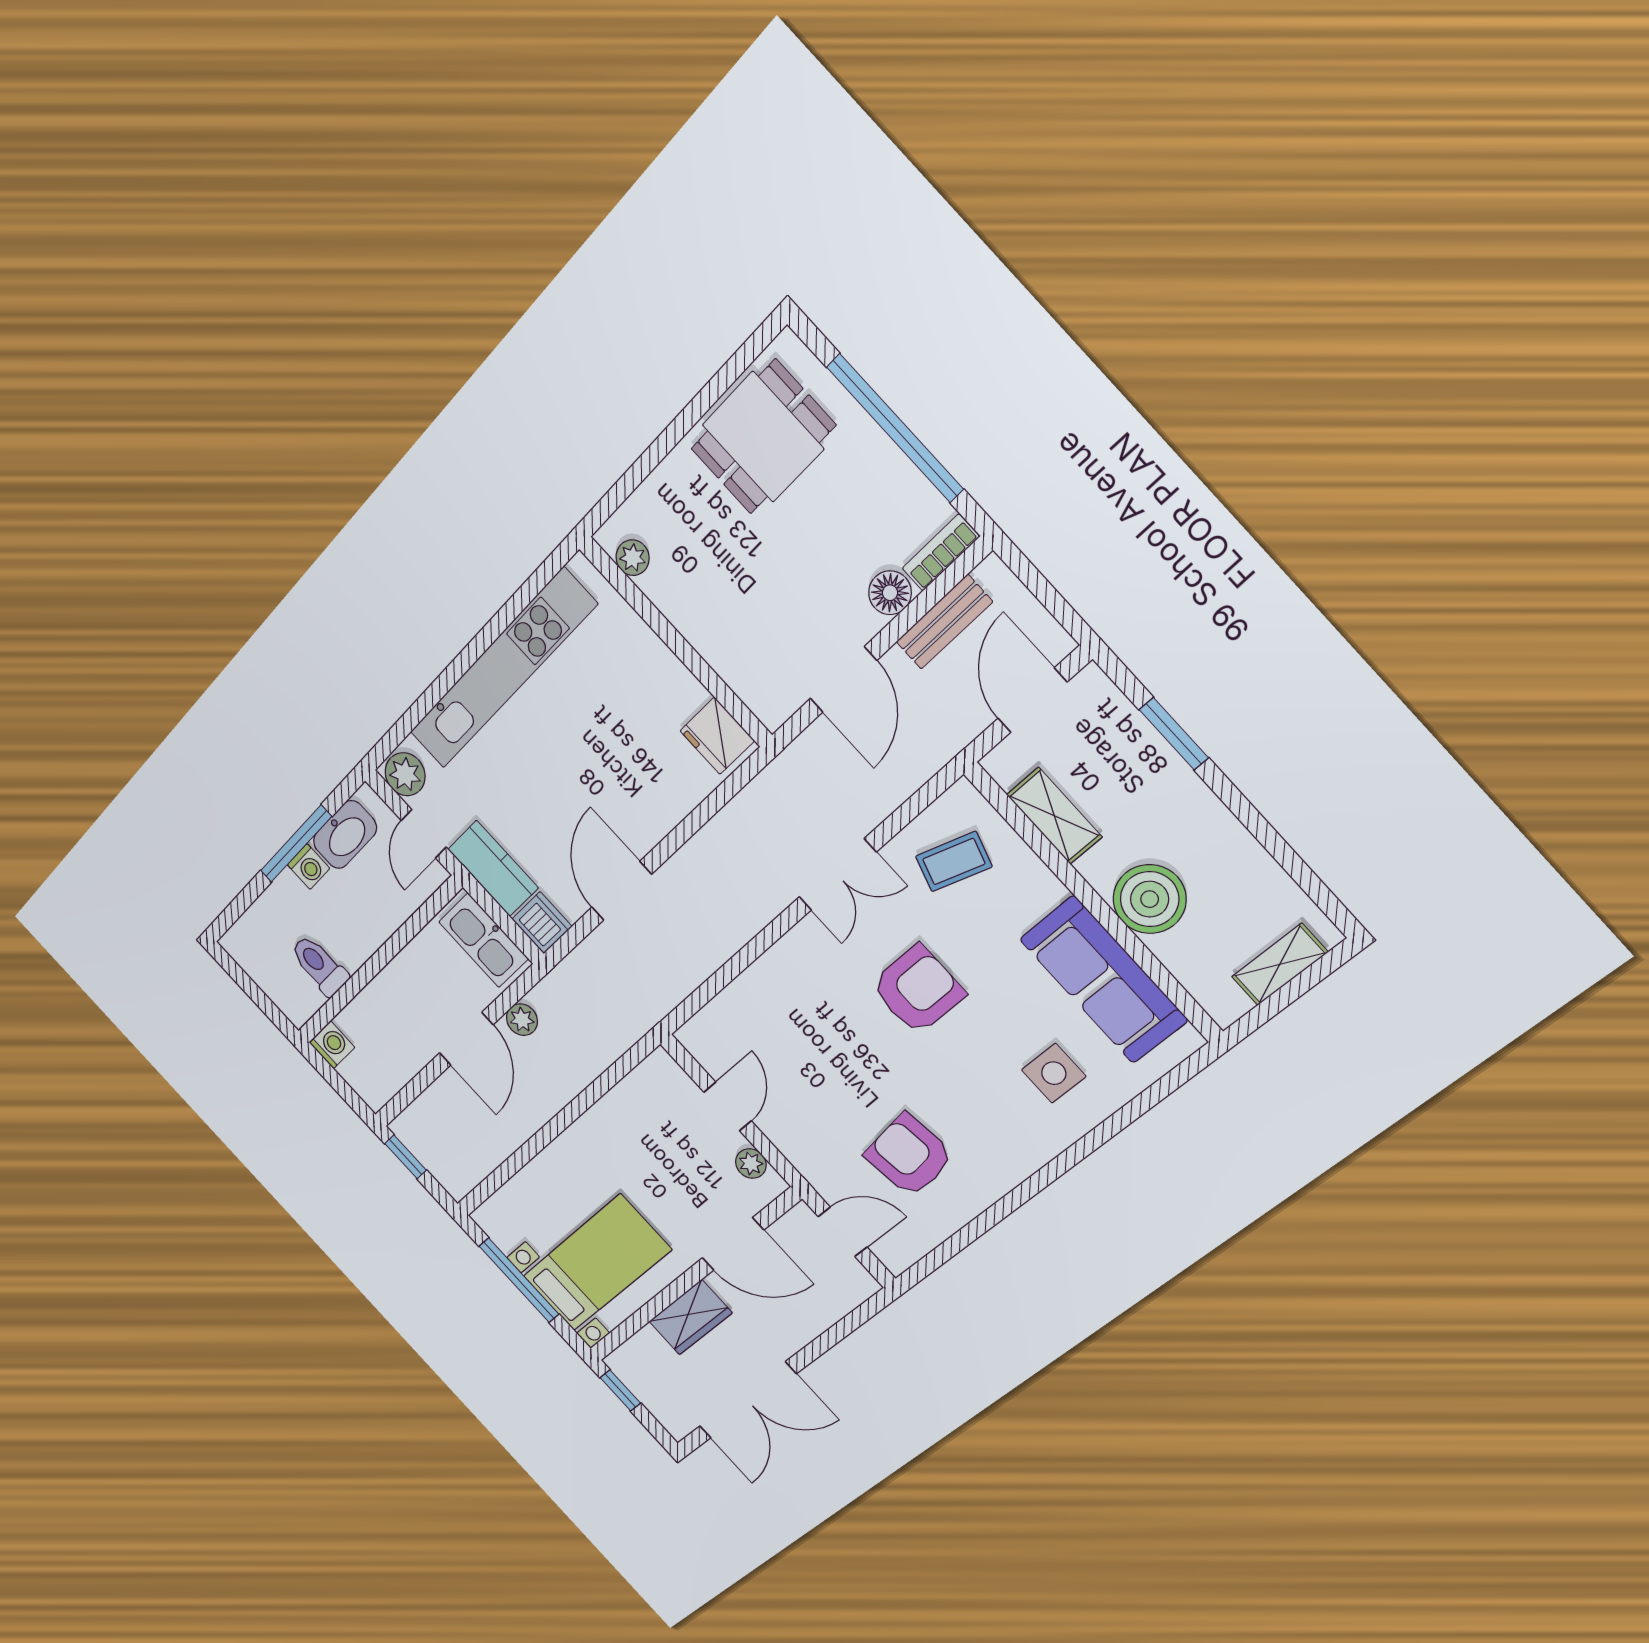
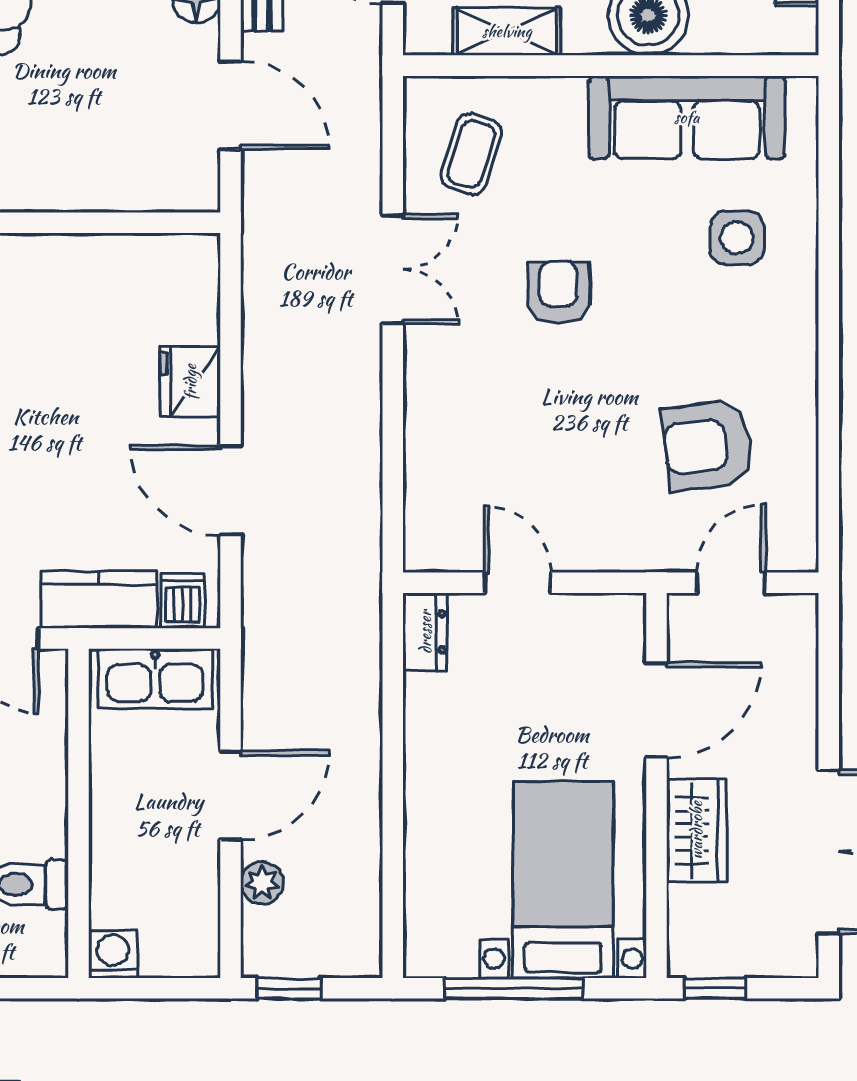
fridge: (717, 736) -> (190, 382), moved, turned 90
dishwasher: (542, 923) -> (182, 600), width x0.73
armchair: (918, 990) -> (558, 293), width x0.72, depth x0.72
plant: (522, 1020) -> (262, 883), moved
door: (466, 1039) -> (231, 795), hinge flipped
dresser: (651, 1075) -> (425, 632), added
plant: (751, 1164) -> (592, 613), removed

